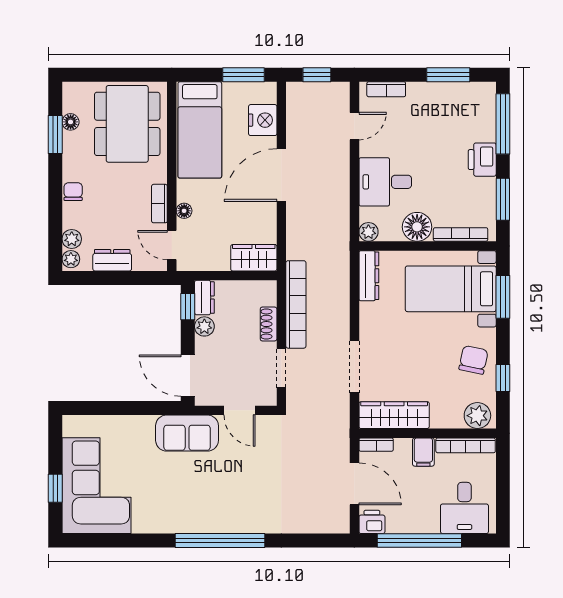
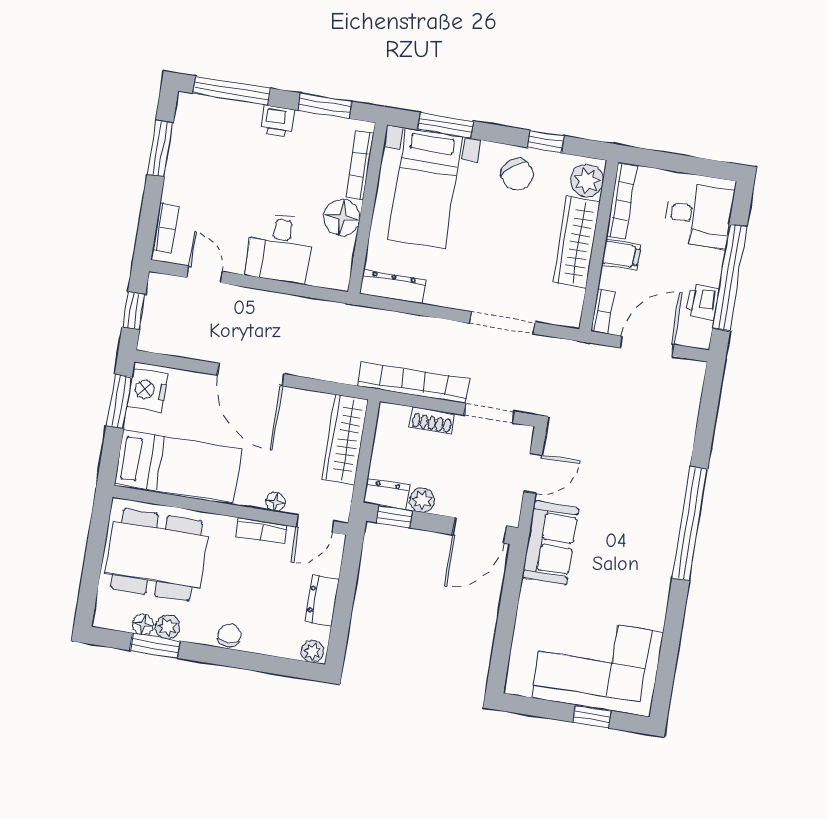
nightstand: (263, 120) -> (147, 390), moved, turned -90
printer: (482, 160) -> (278, 121), width x0.73, depth x0.81
chair: (73, 192) -> (230, 635), turned 90
plant: (368, 232) -> (338, 278), removed
plant: (72, 239) -> (168, 627), moved
wardrobe: (254, 258) -> (345, 439), width x1.50
chair: (473, 360) -> (517, 174), turned -139
wardrobe: (394, 415) -> (576, 242), moved
printer: (372, 522) -> (702, 302), moved

